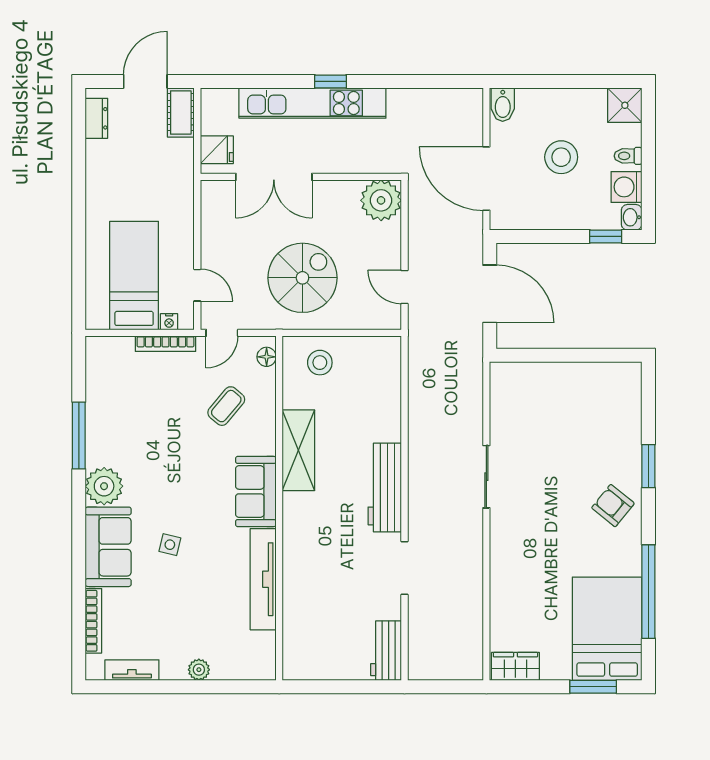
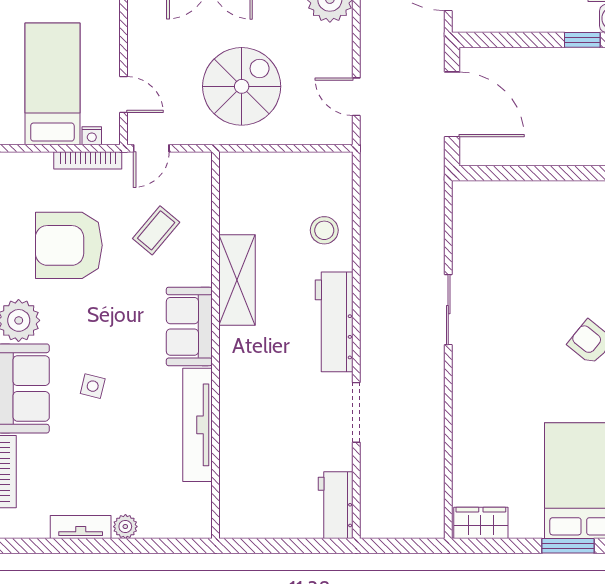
floor lamp: (267, 357) -> (201, 175), removed
stool: (320, 363) -> (324, 230), moved
armchair: (149, 419) -> (69, 245), added
tv unit: (132, 670) -> (81, 527), moved

